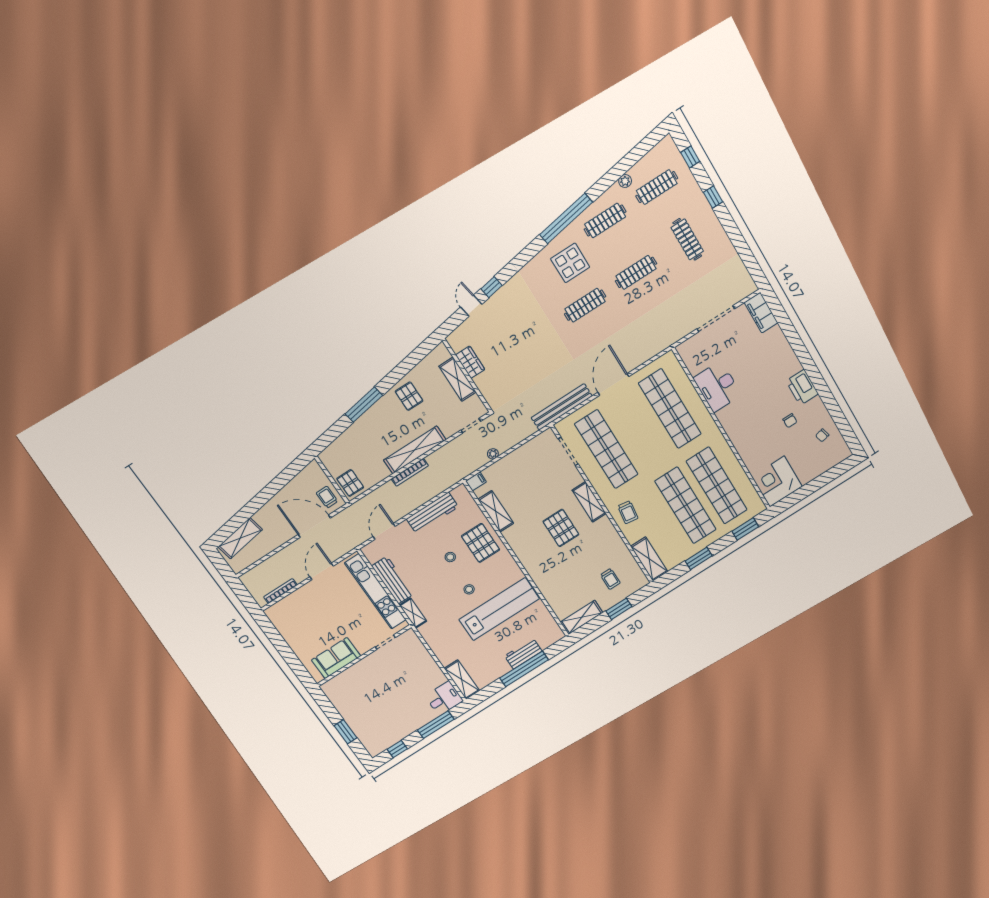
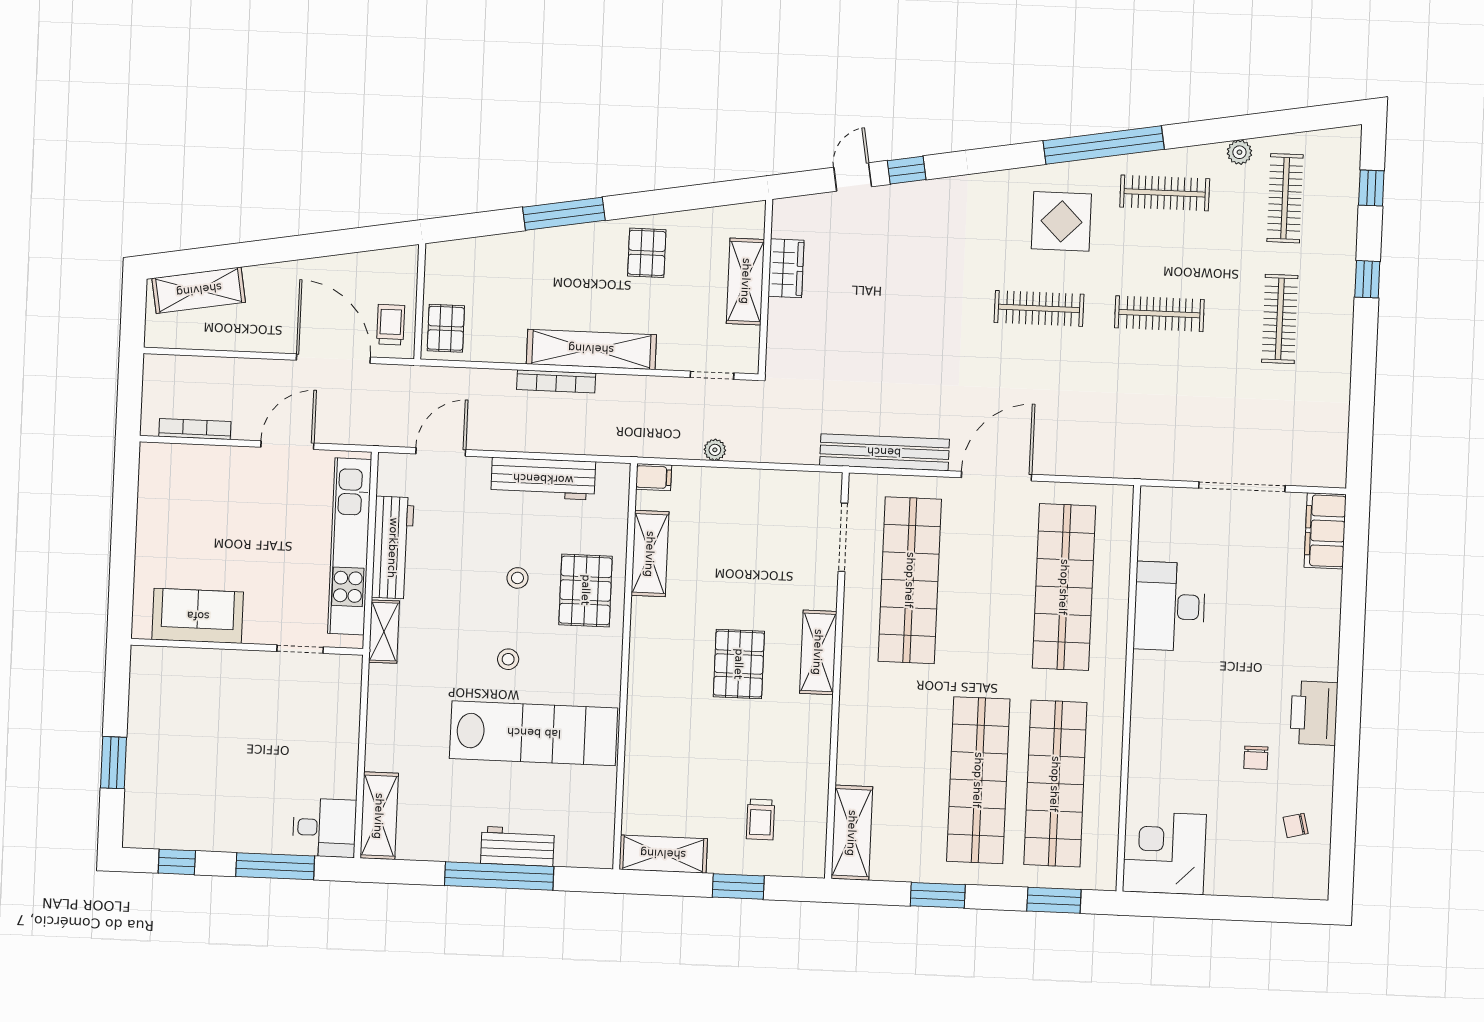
clothes rail: (657, 187) -> (1285, 198), turned 90
trolley: (628, 512) -> (871, 719), removed

